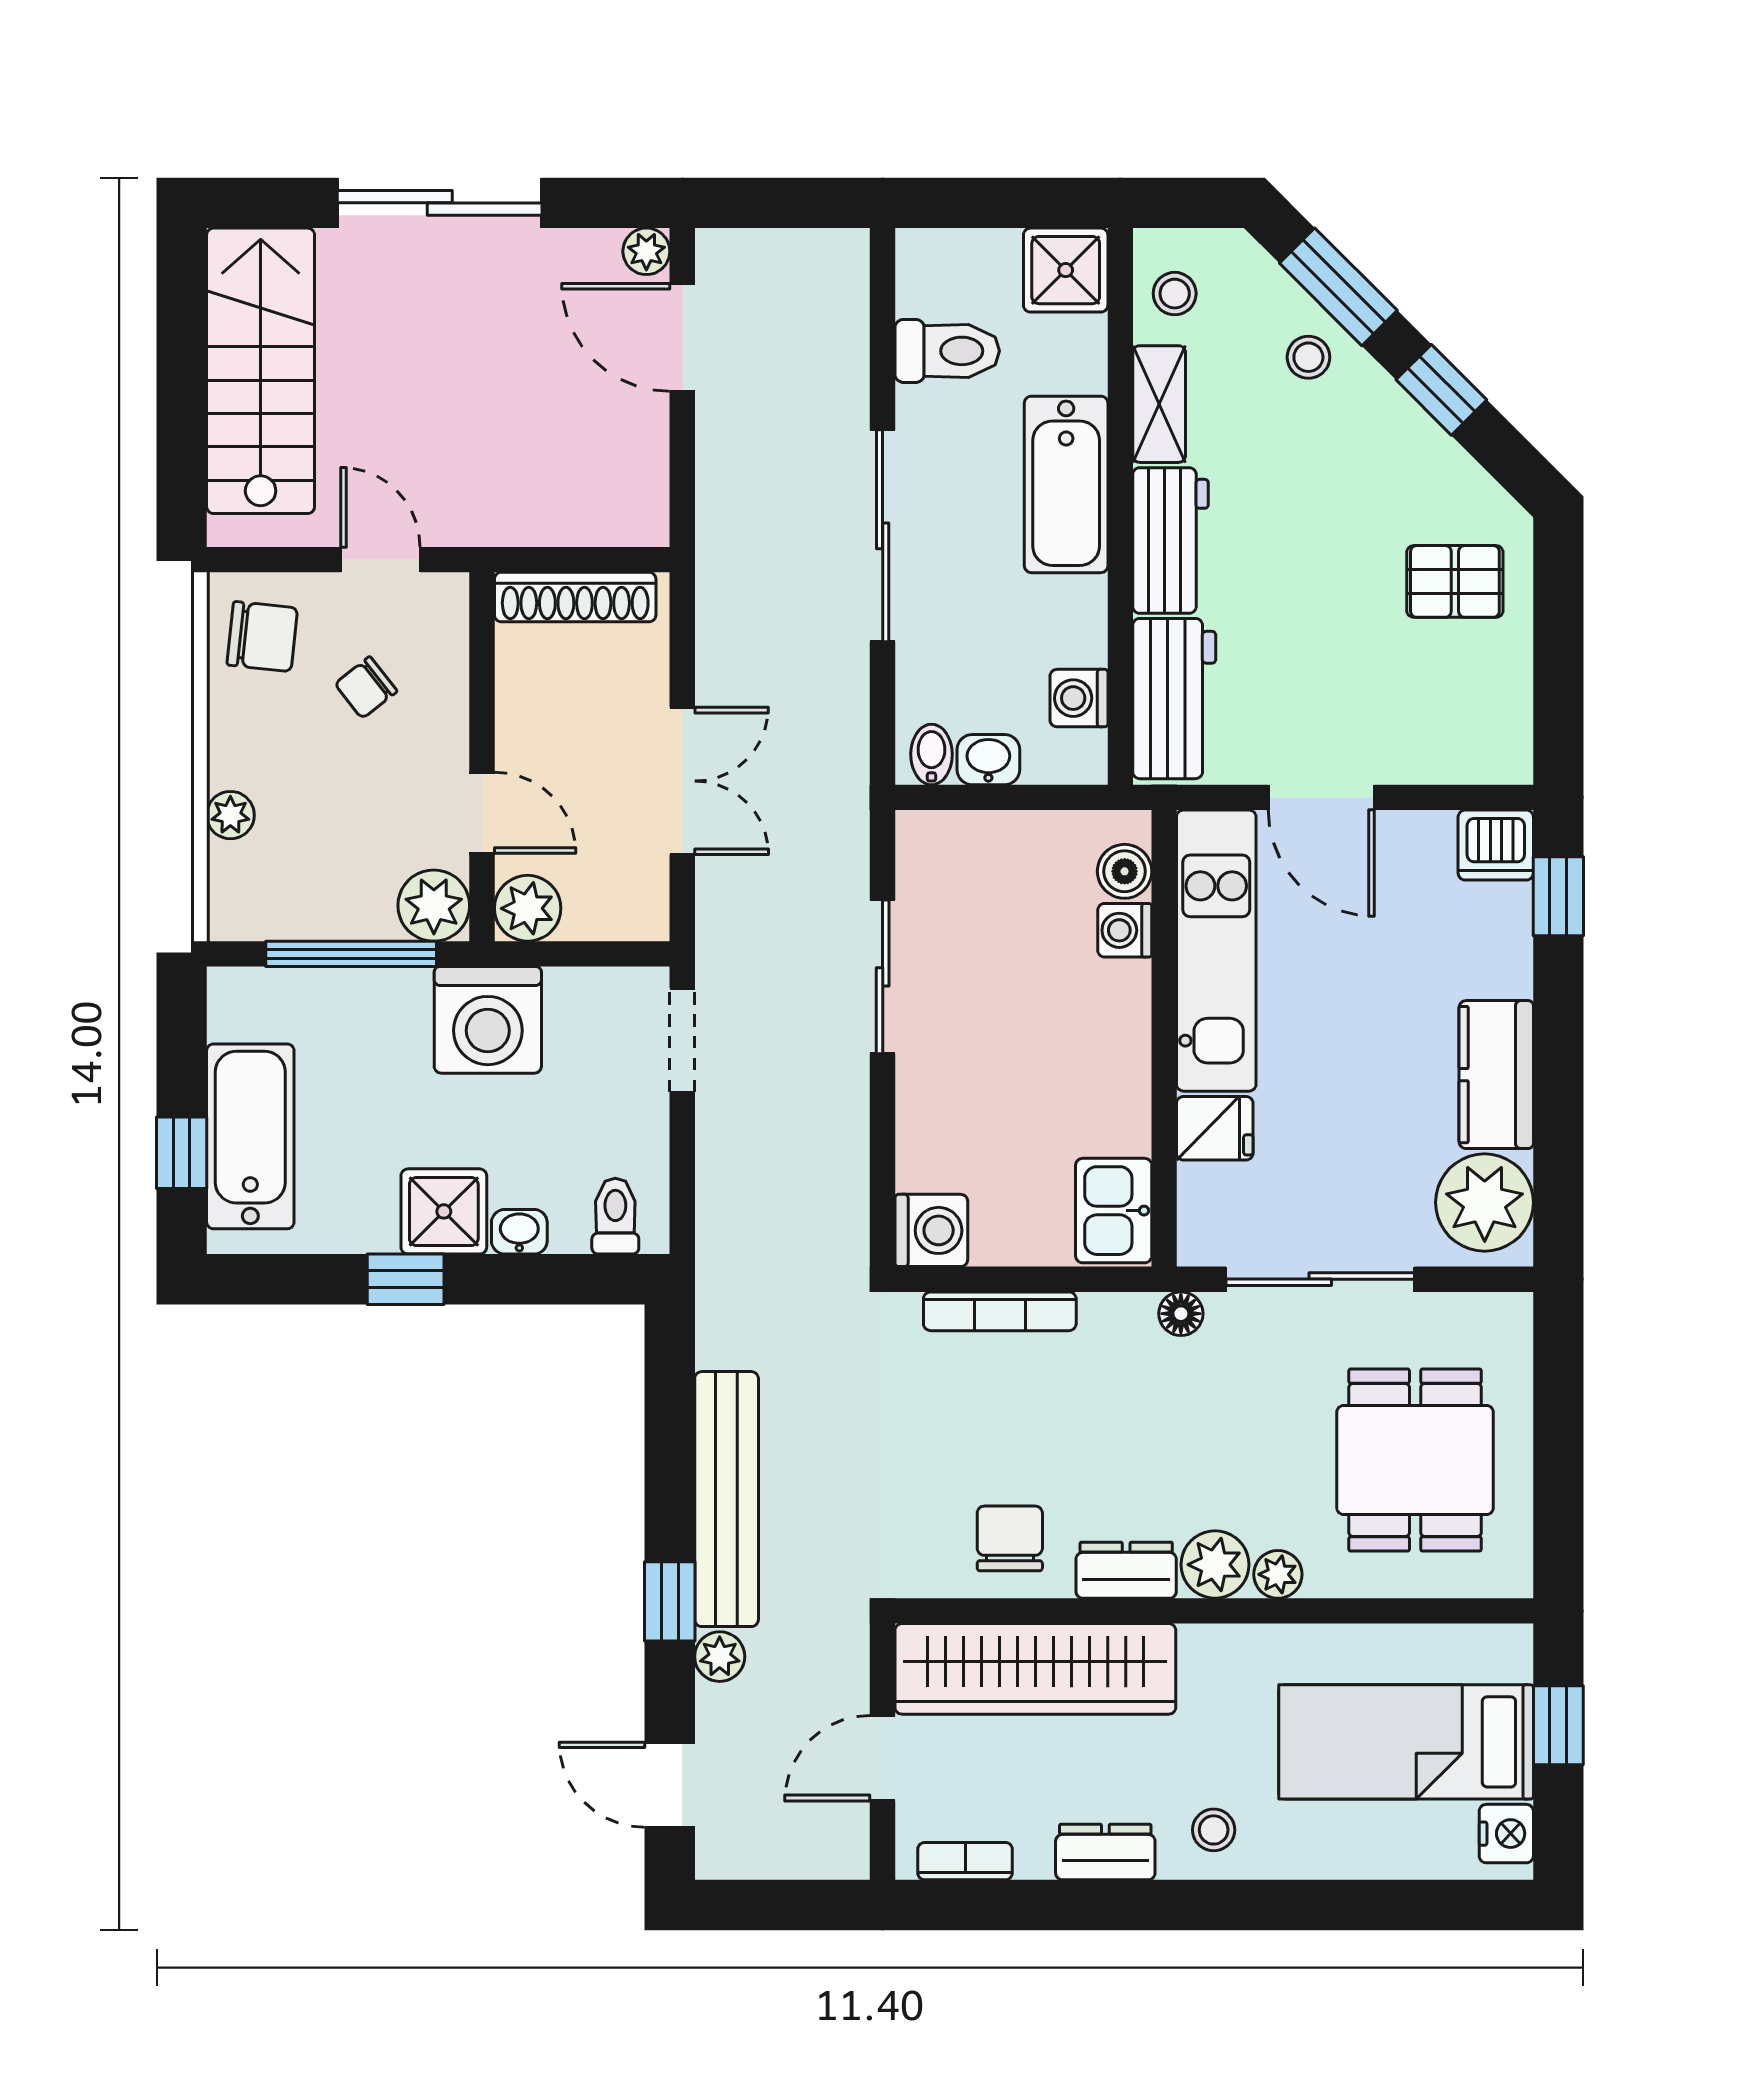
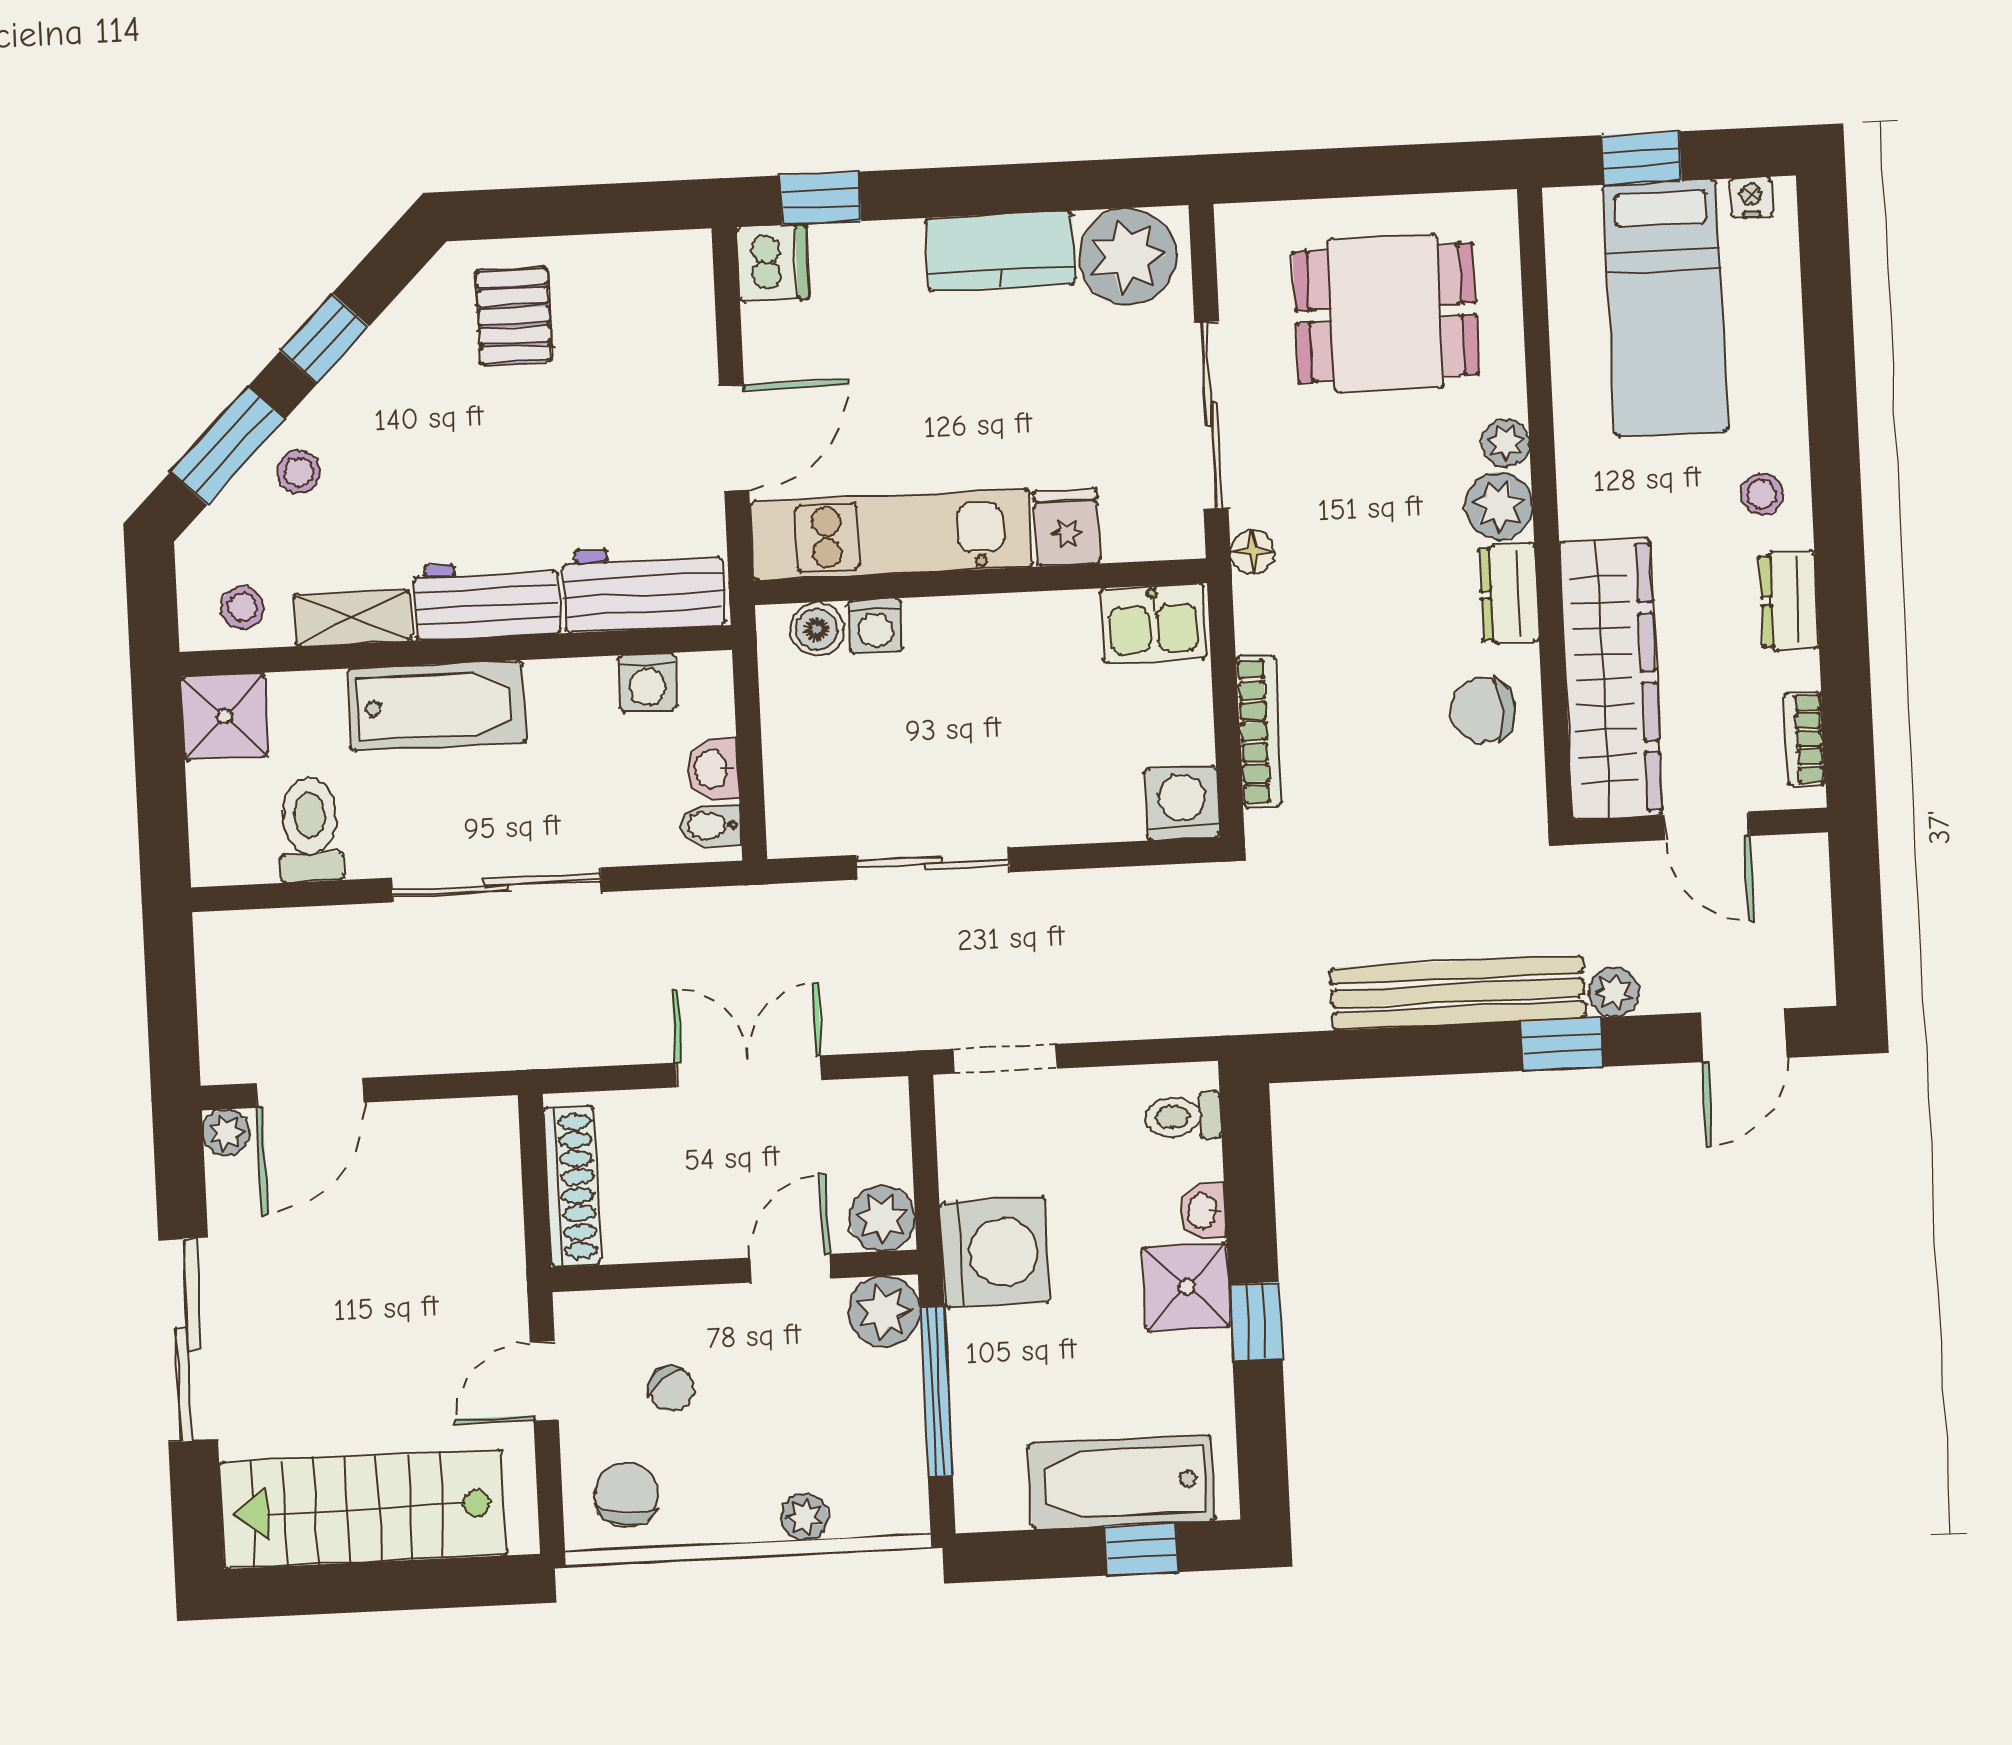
nightstand: (1506, 1834) -> (1751, 197), width x0.72, depth x0.74

